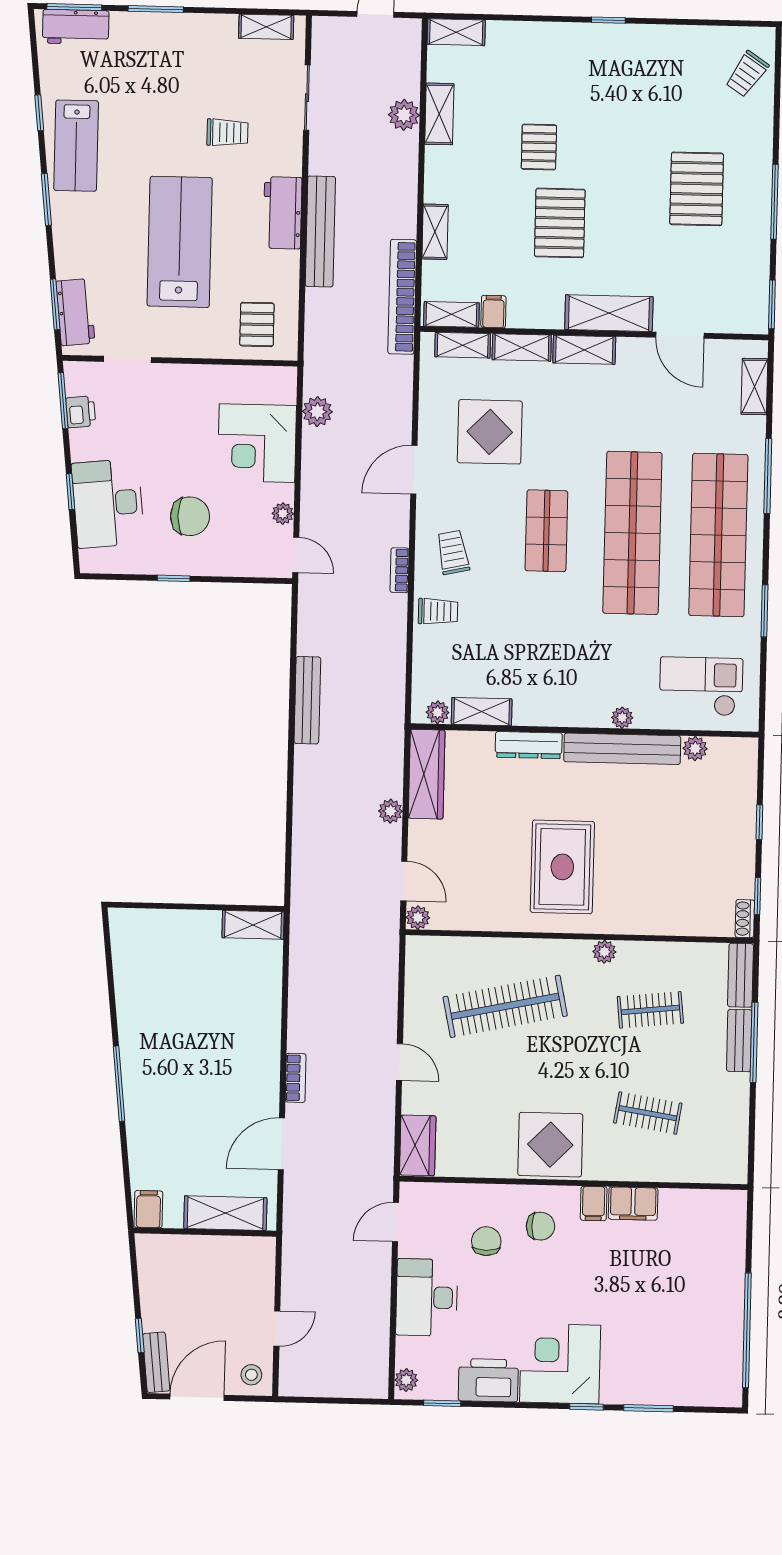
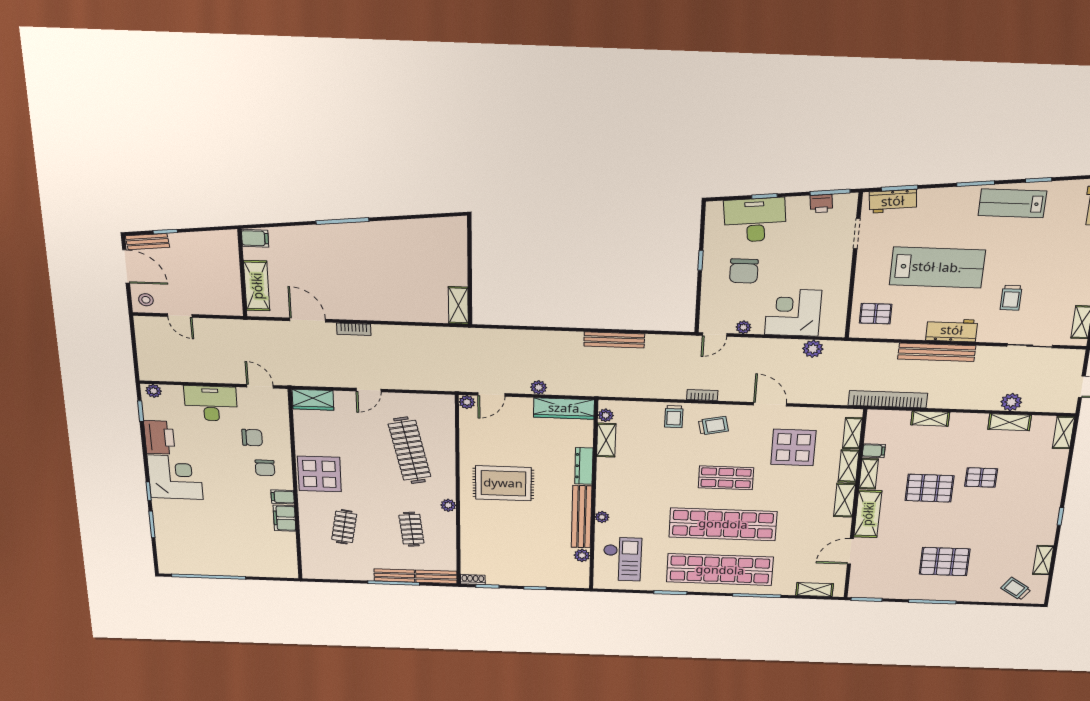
shelving: (691, 38) -> (1043, 560), added
shelving: (451, 314) -> (869, 474), moved

